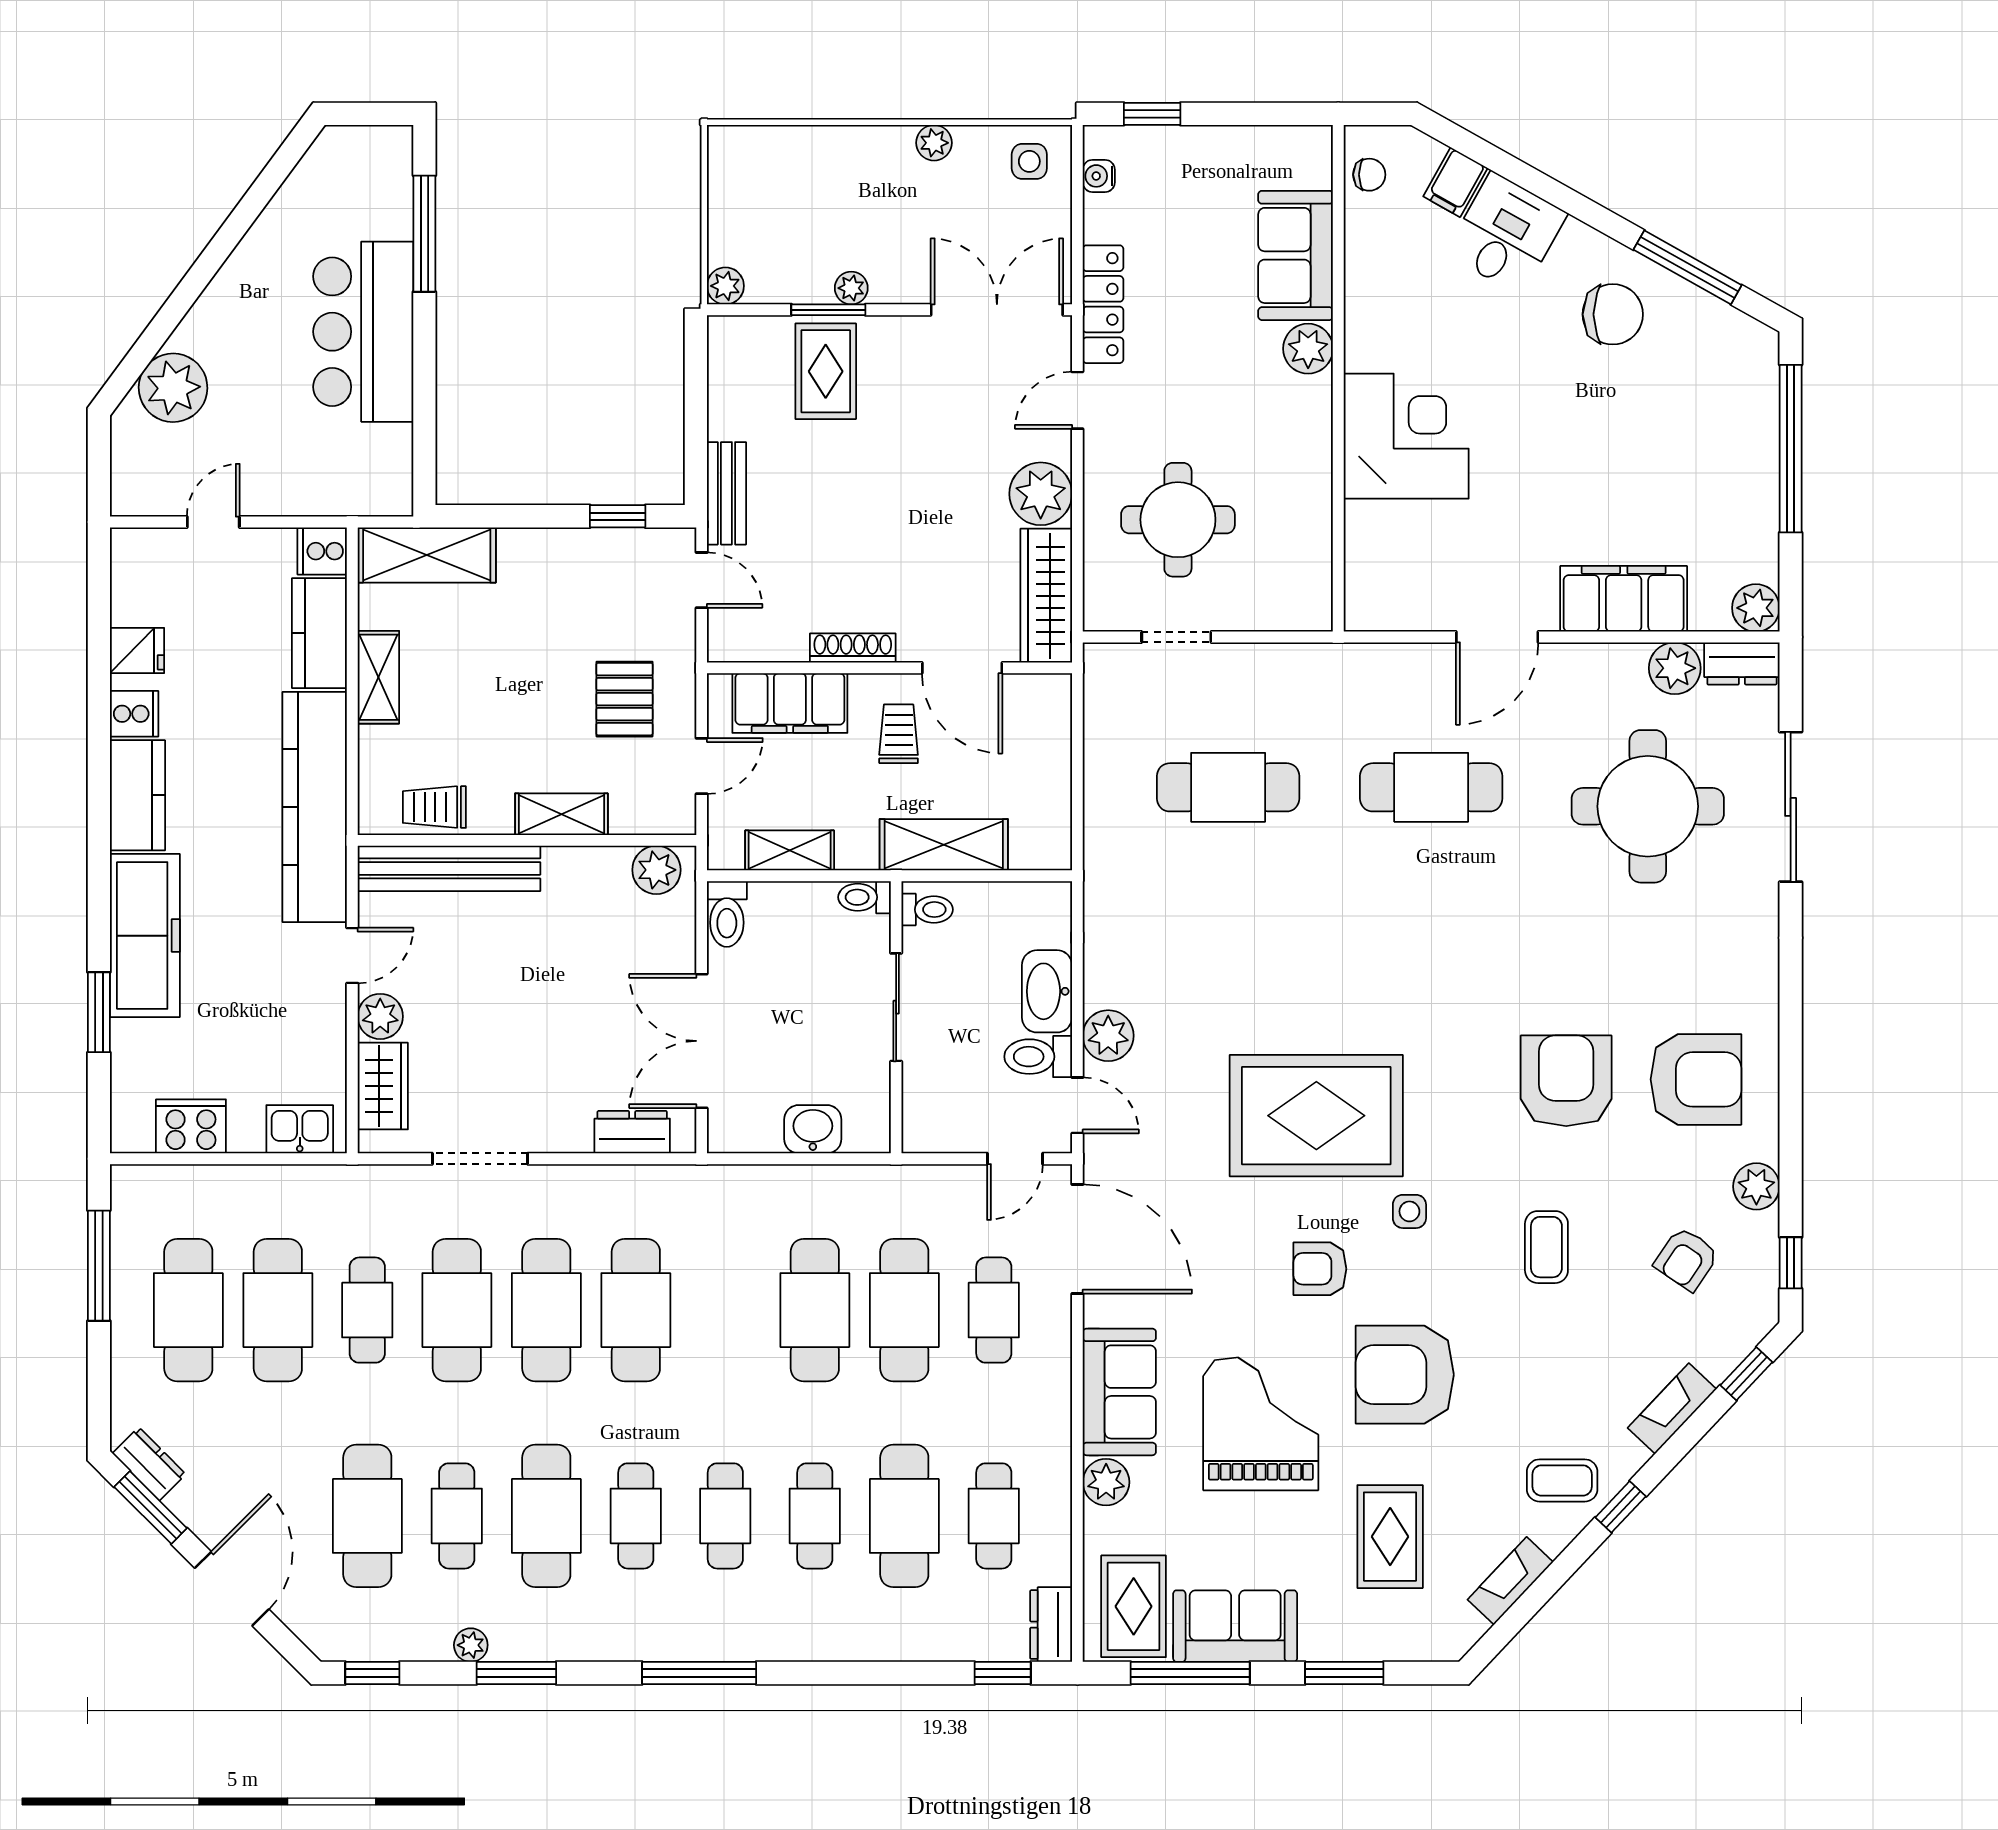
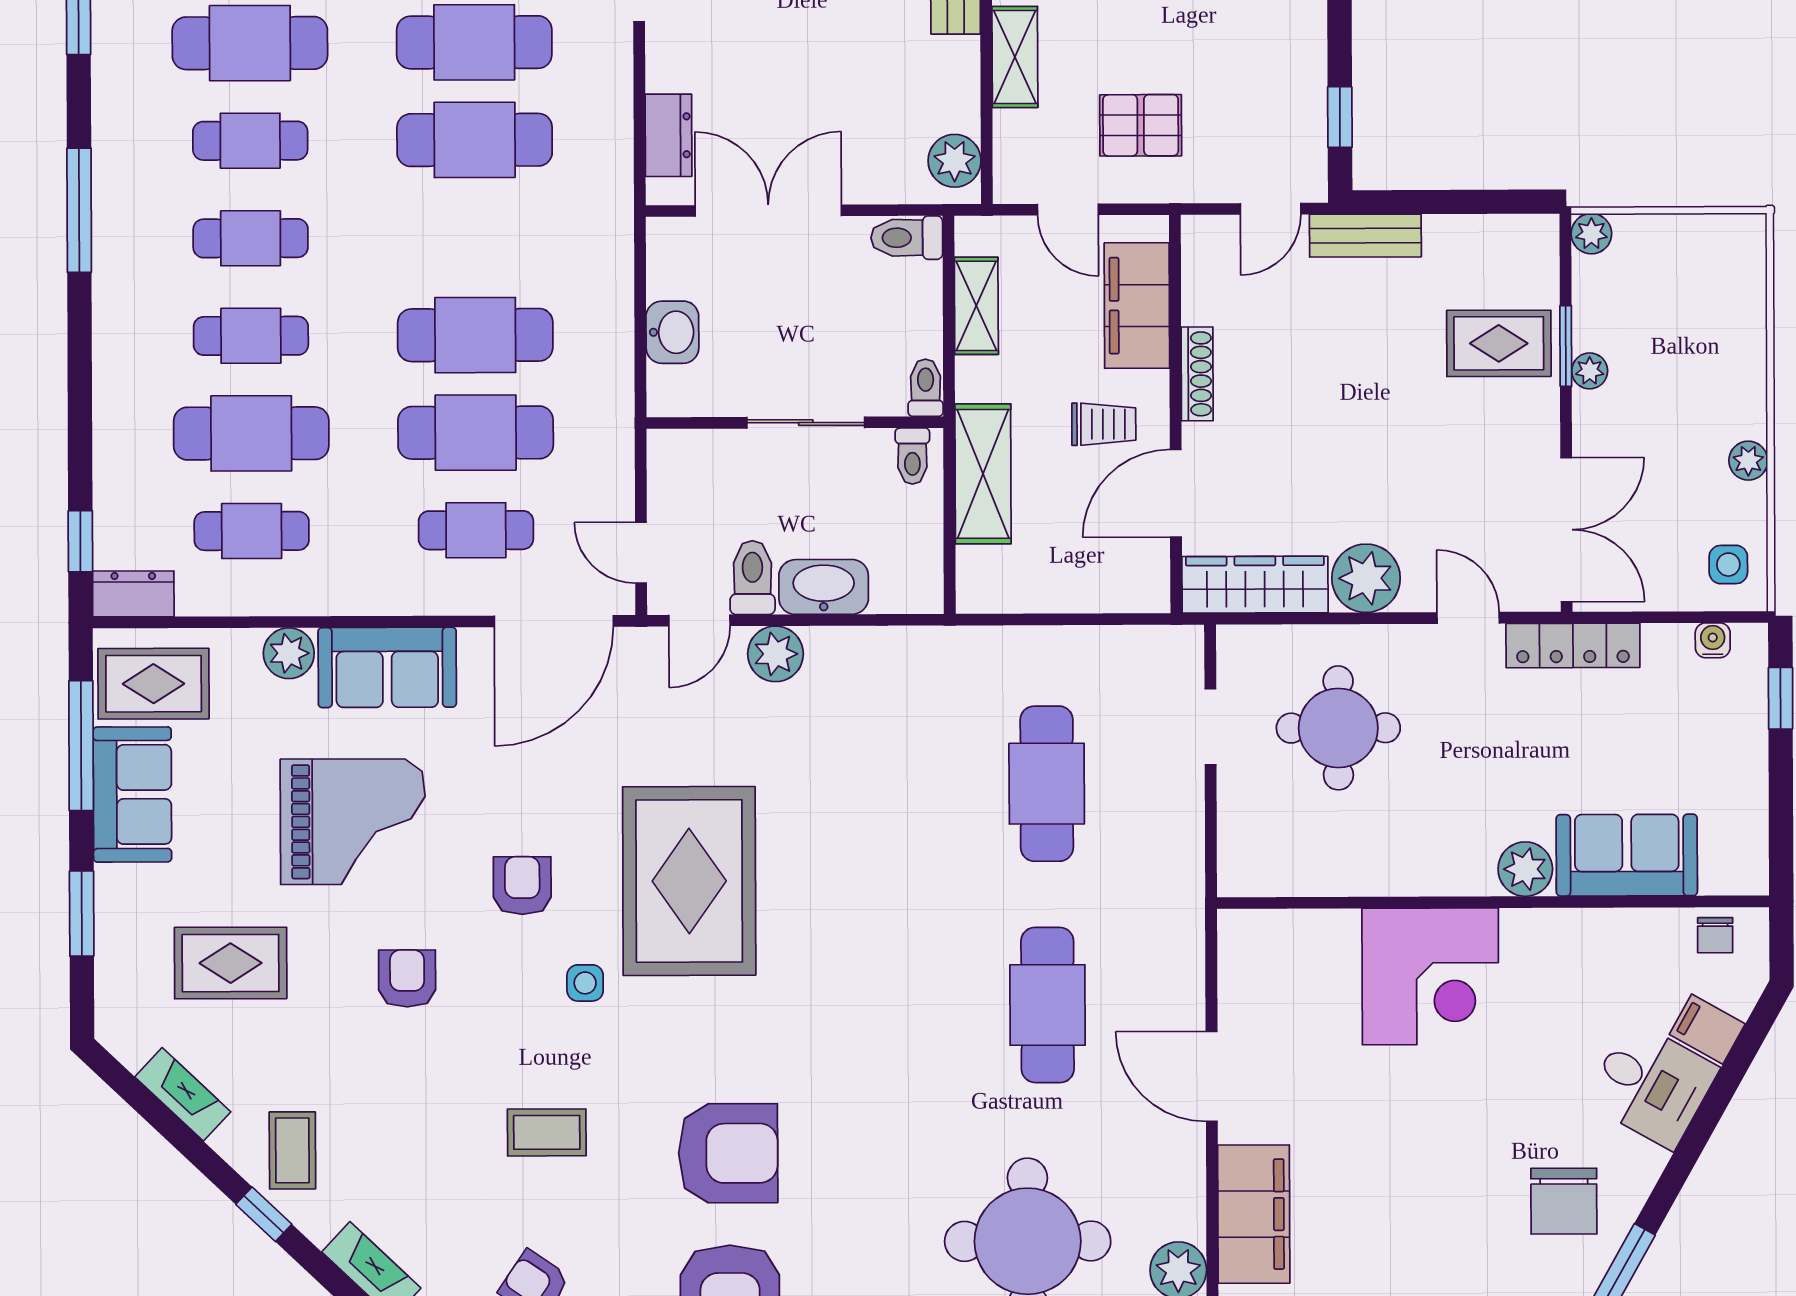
armchair: (1405, 1375) -> (407, 978), width x0.53, depth x0.53

